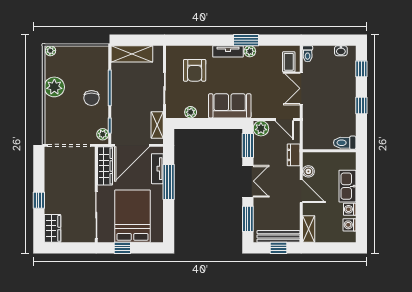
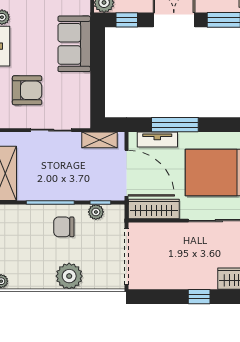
plant: (54, 87) -> (69, 276), moved
chair: (91, 98) -> (64, 227), turned 180
plant: (191, 112) -> (83, 96), removed
plant: (103, 134) -> (96, 212), moved
window: (248, 146) -> (127, 20), width x0.67

